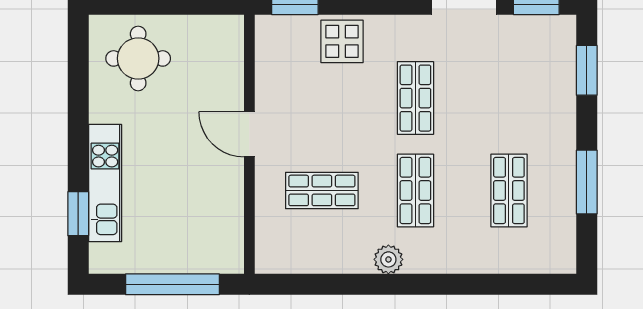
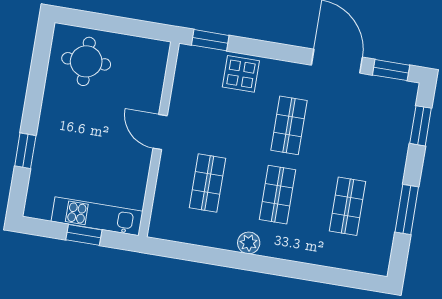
kitchen unit: (105, 183) -> (97, 216), moved, turned -90
shop shelf: (322, 190) -> (207, 183), turned 90
window: (78, 214) -> (25, 151), moved
window: (172, 284) -> (84, 235), width x0.47

